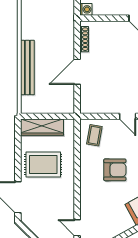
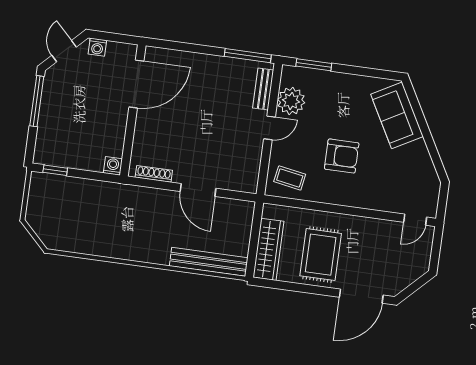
bench: (27, 67) -> (209, 262), moved
armchair: (115, 170) -> (342, 156), turned 90

